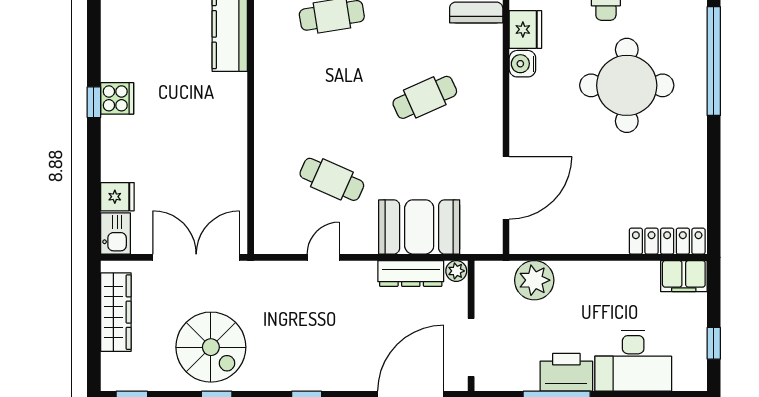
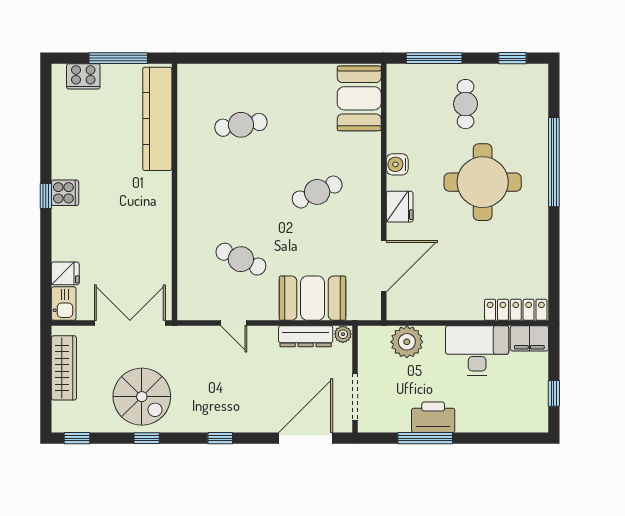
fridge: (525, 29) -> (400, 207), moved
door: (323, 257) -> (234, 323), swing flipped
desk: (633, 361) -> (477, 350), moved, turned 180

